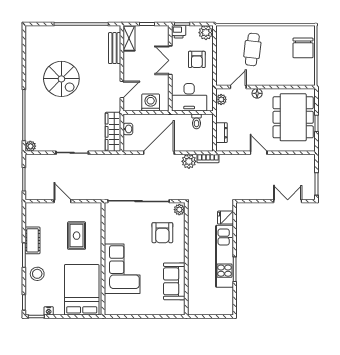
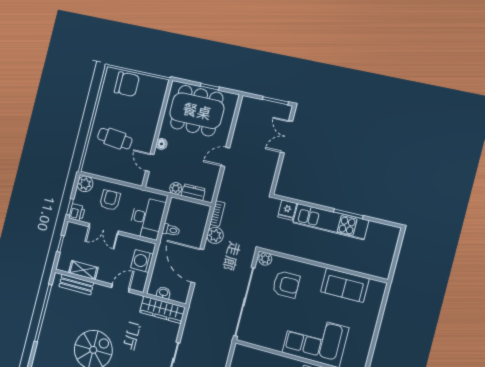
shelving: (129, 38) -> (83, 270), moved
armchair: (197, 59) -> (110, 200), turned -90
door: (122, 89) -> (121, 288), hinge flipped
plant: (221, 99) -> (176, 188), moved
toilet: (197, 121) -> (171, 230), moved

